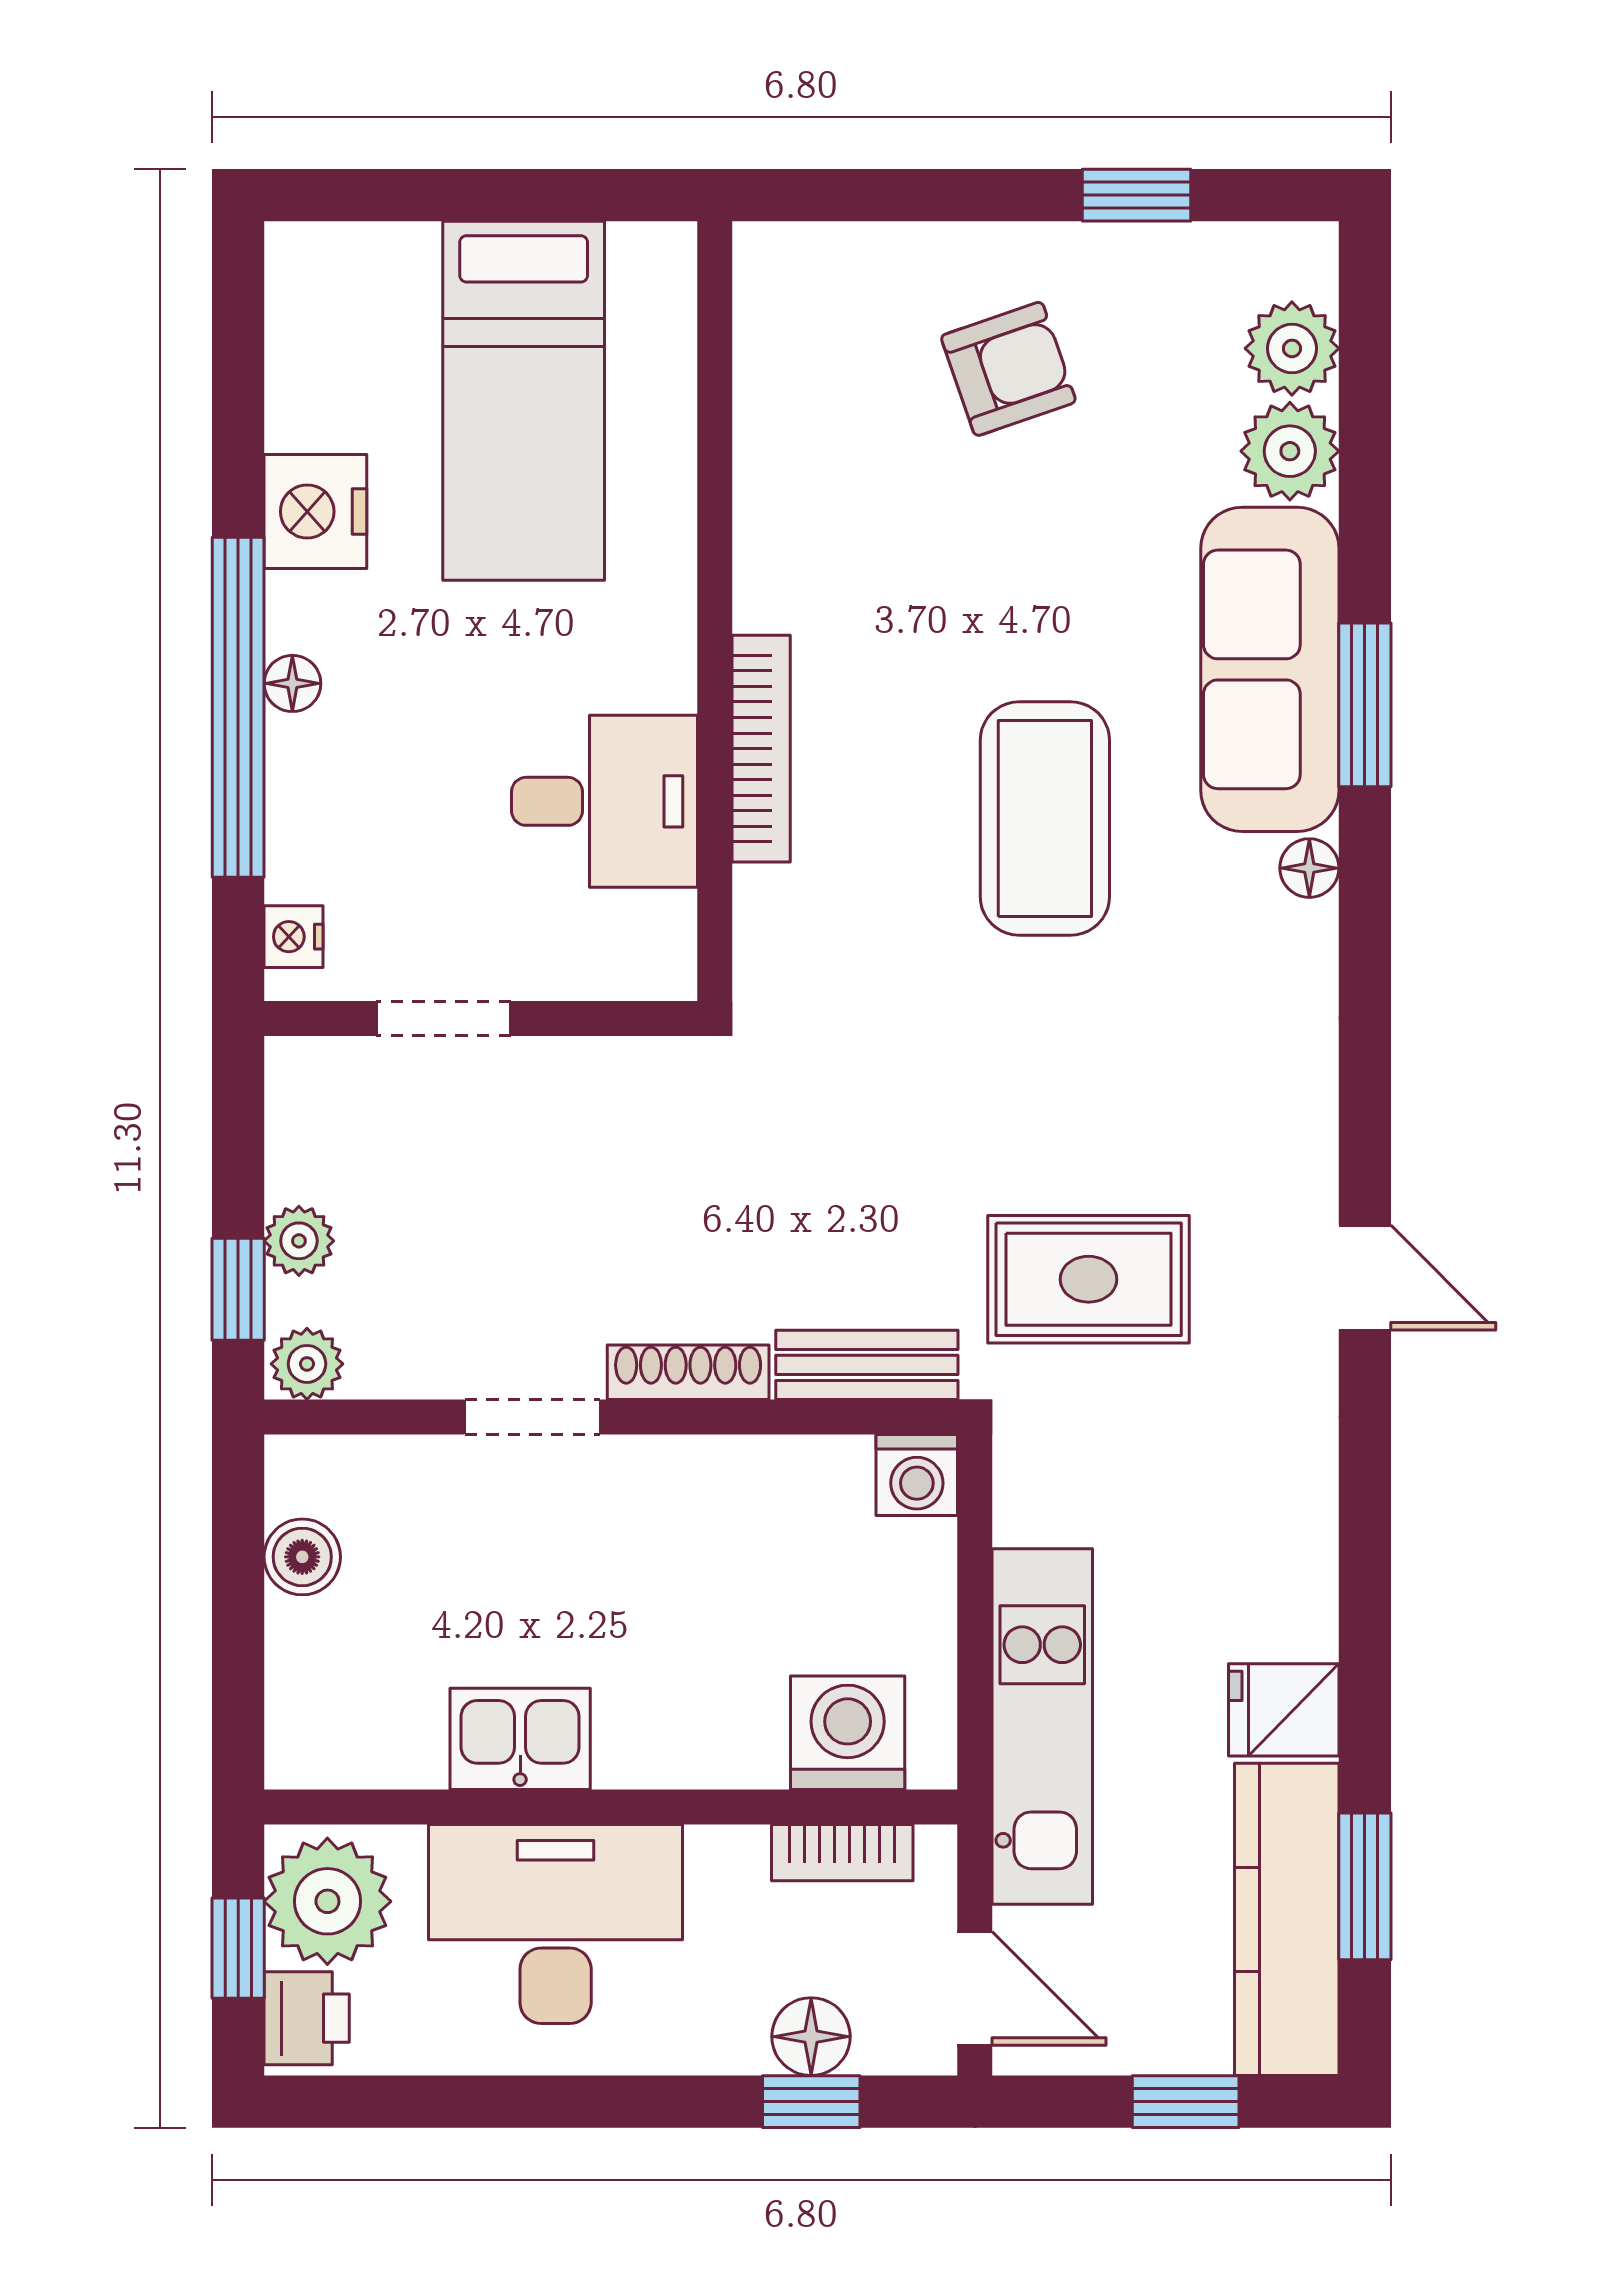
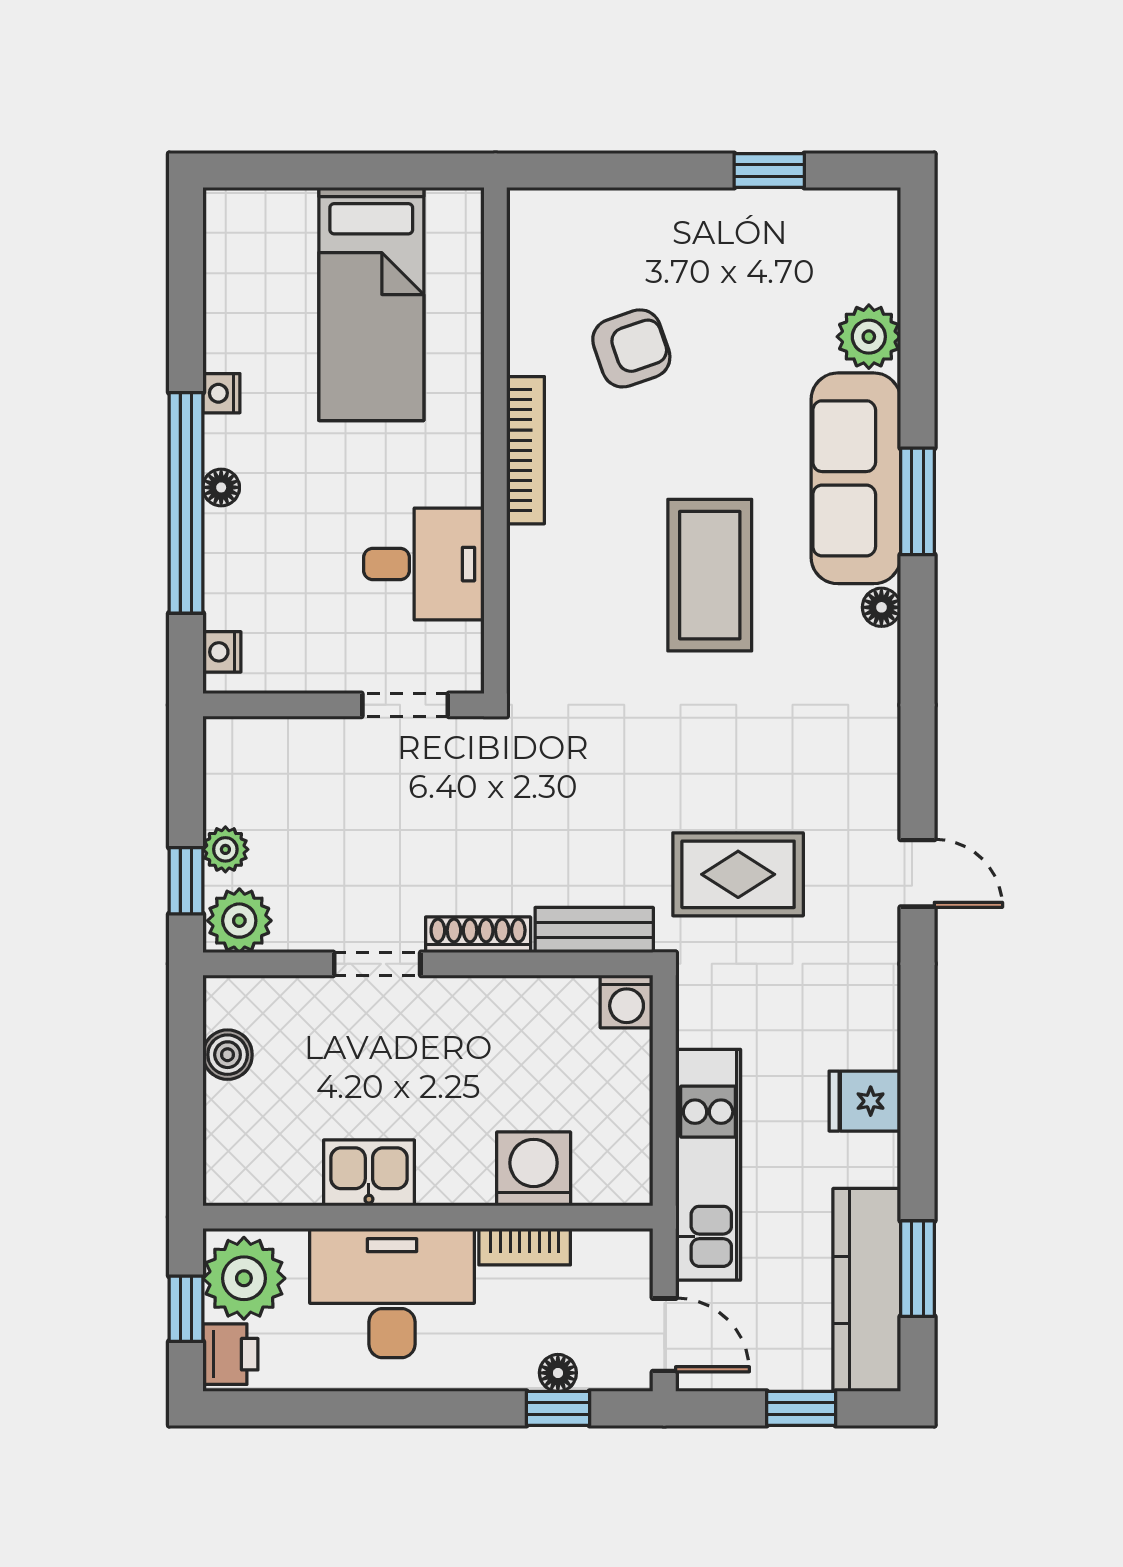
plant: (1292, 348) -> (870, 270), removed
armchair: (1008, 369) -> (631, 348), moved
nightstand: (315, 511) -> (221, 393), width x0.53, depth x0.56
bookcase: (761, 749) -> (526, 450), moved
doorway: (444, 1018) -> (405, 705), moved
plant: (307, 1364) -> (239, 921), width x1.38, depth x1.38
fridge: (1284, 1710) -> (865, 1101), moved
washing machine: (848, 1733) -> (534, 1169), moved
bookcase: (842, 1853) -> (525, 1247), moved
floor lamp: (811, 2037) -> (558, 1373), width x0.73, depth x0.73

